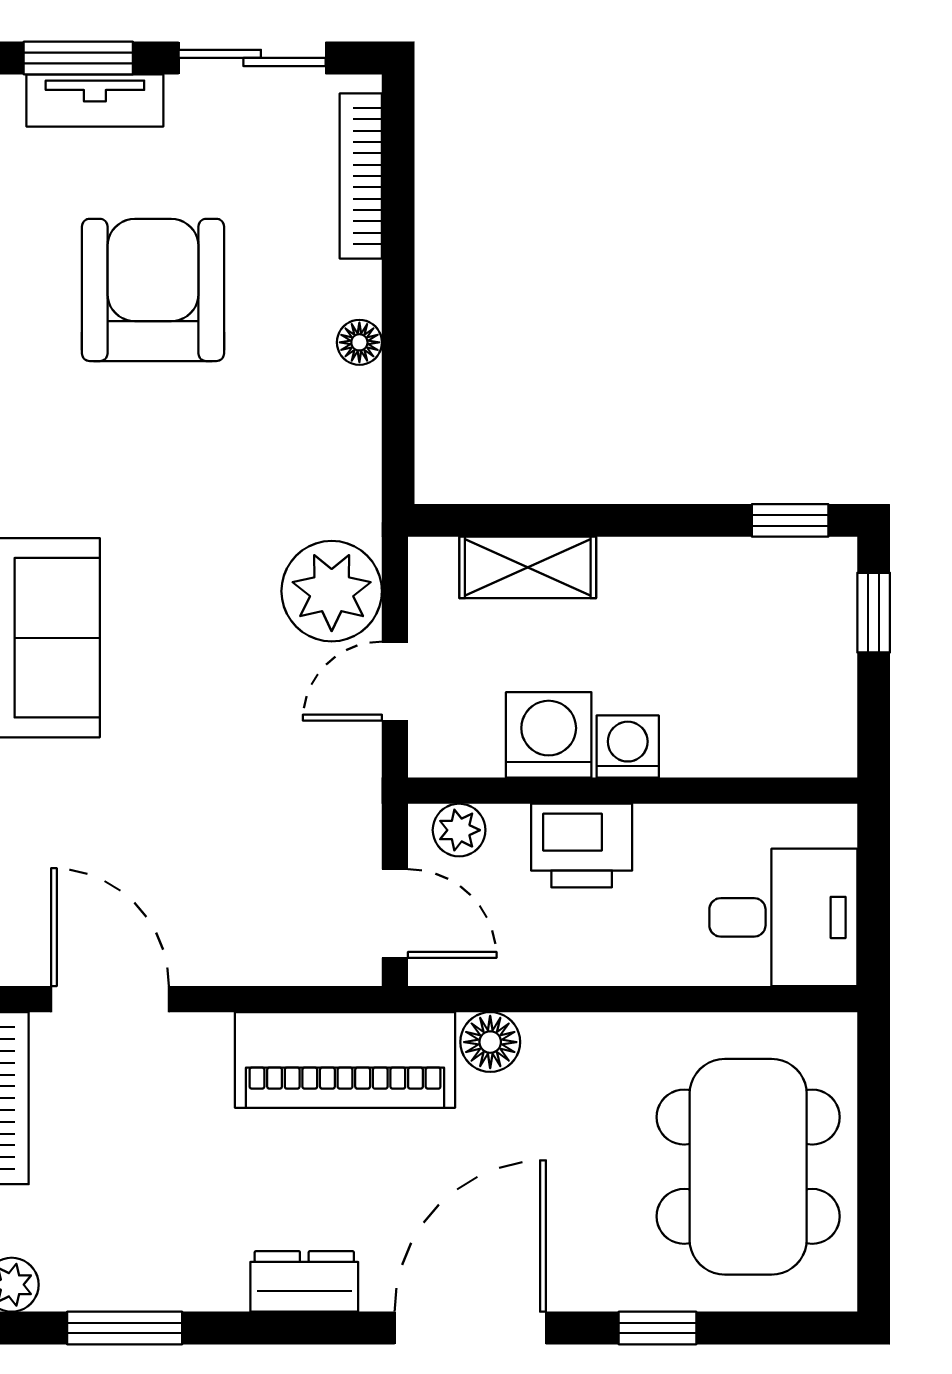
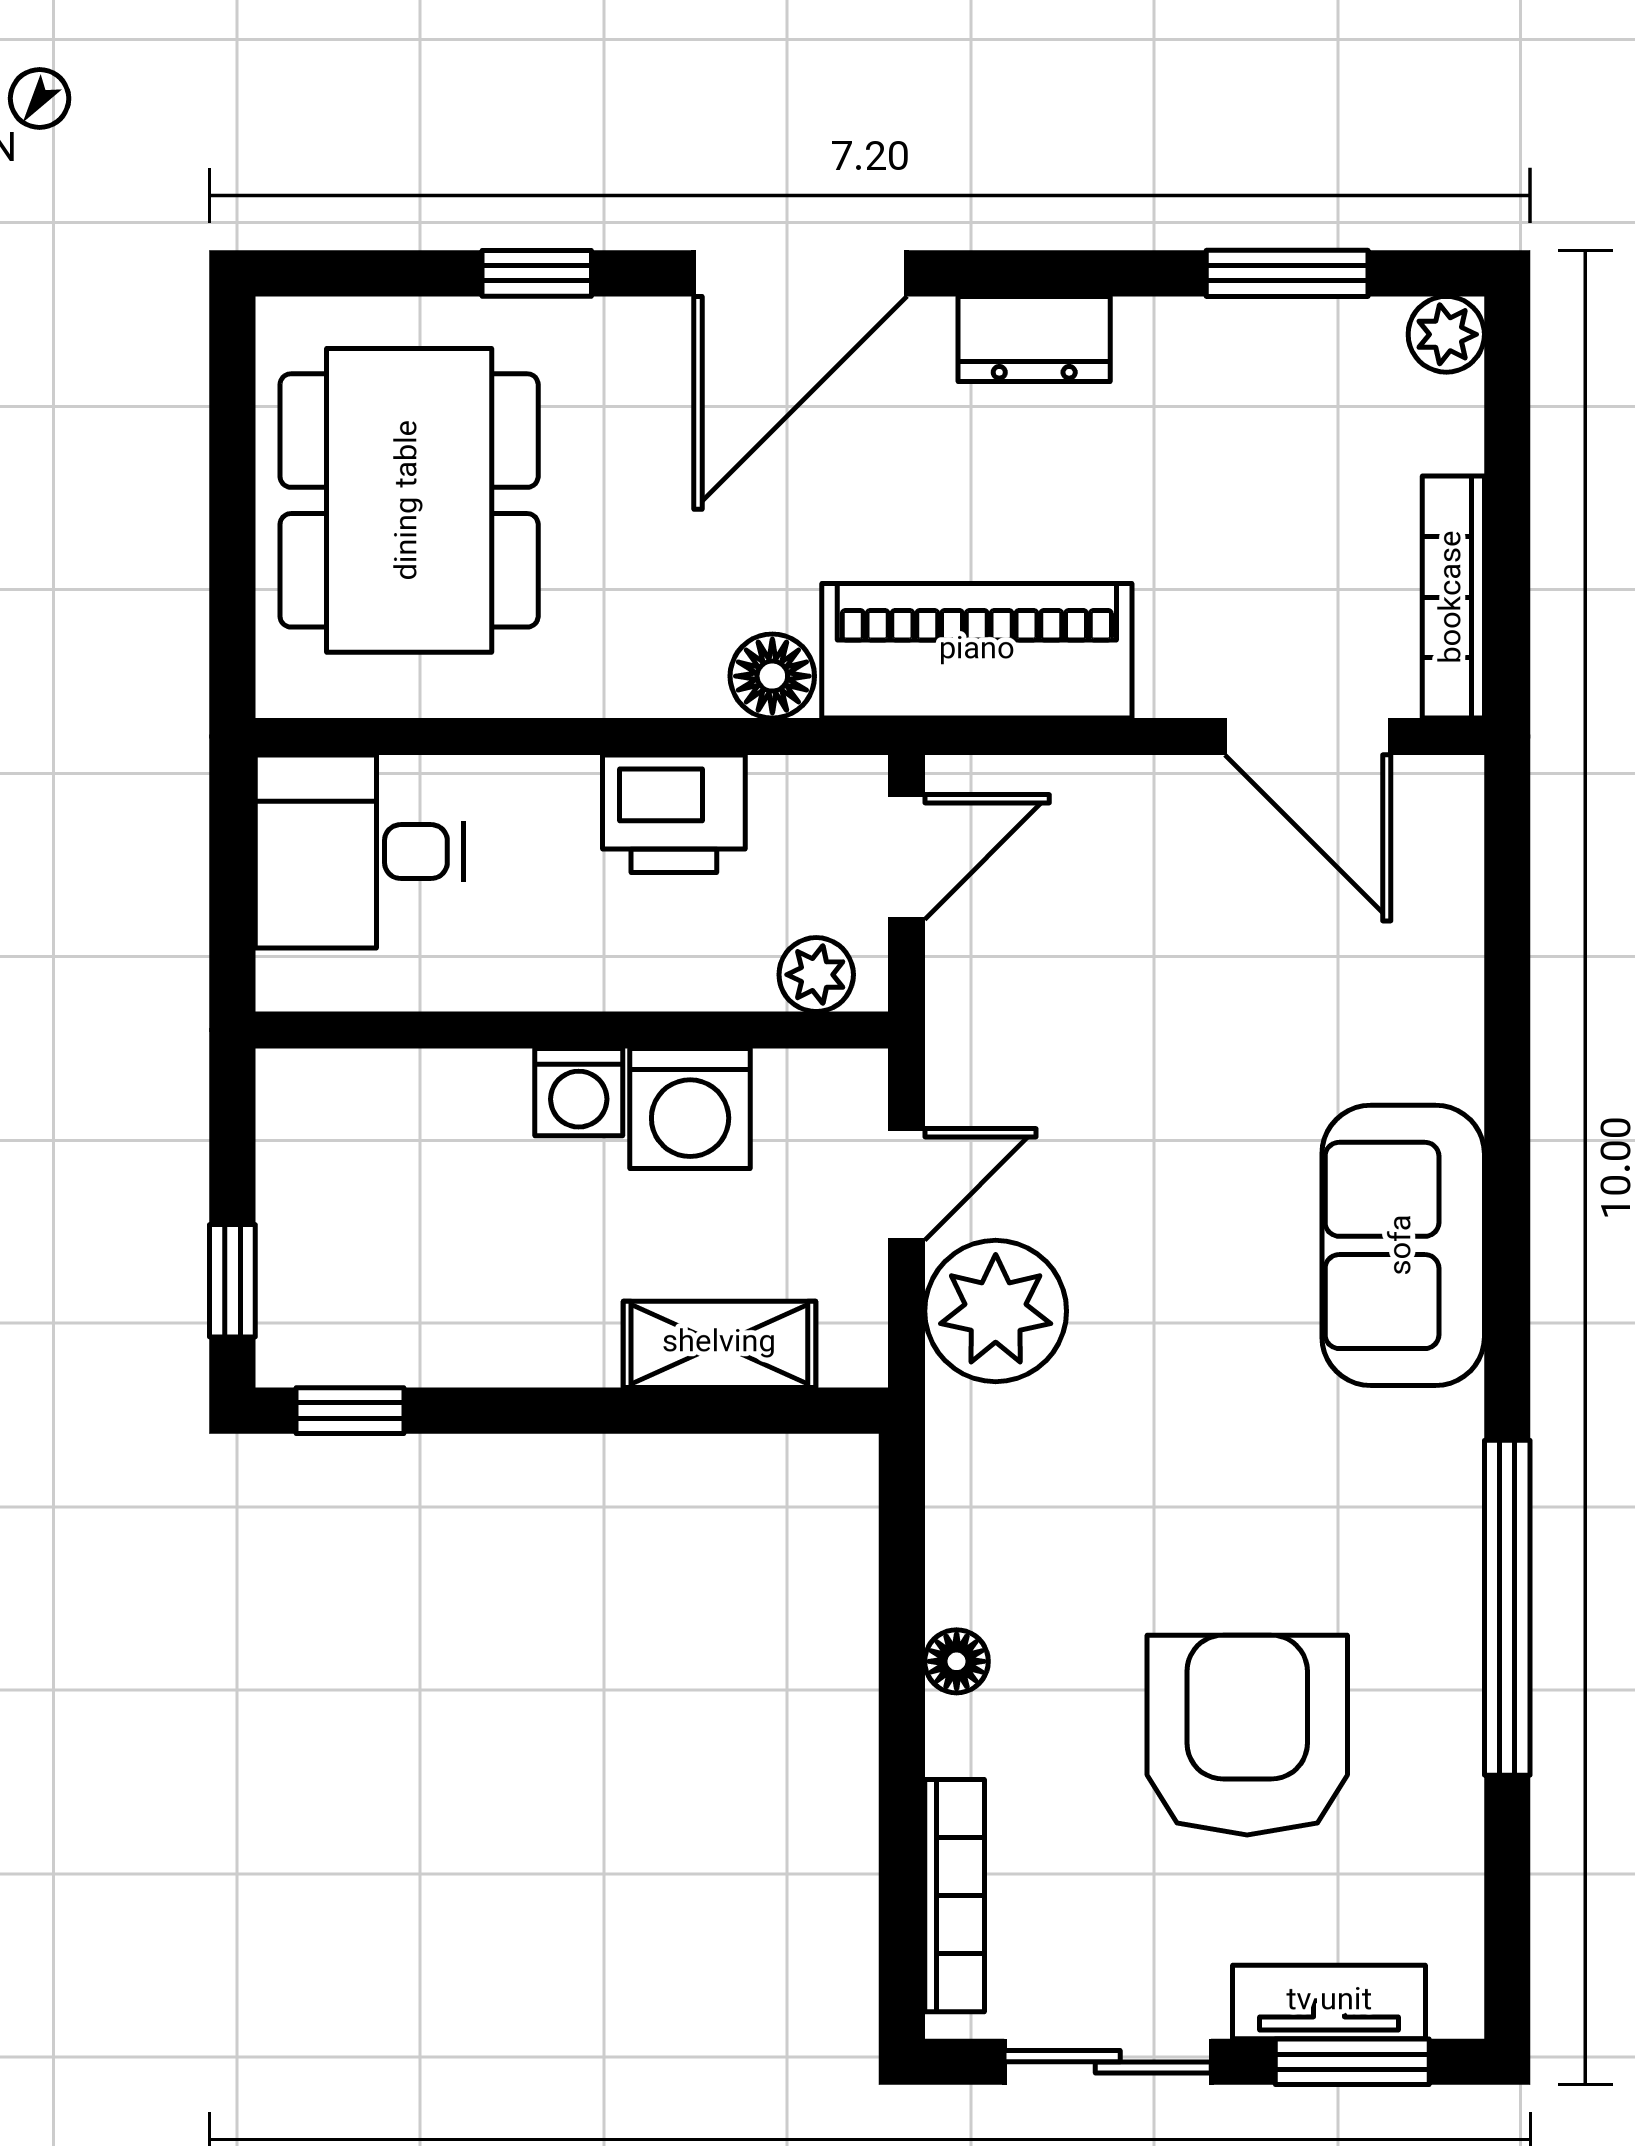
armchair: (153, 290) -> (1247, 1735), turned 180
printer: (582, 846) -> (674, 814), moved, turned 180
door: (395, 913) -> (906, 857), swing flipped

